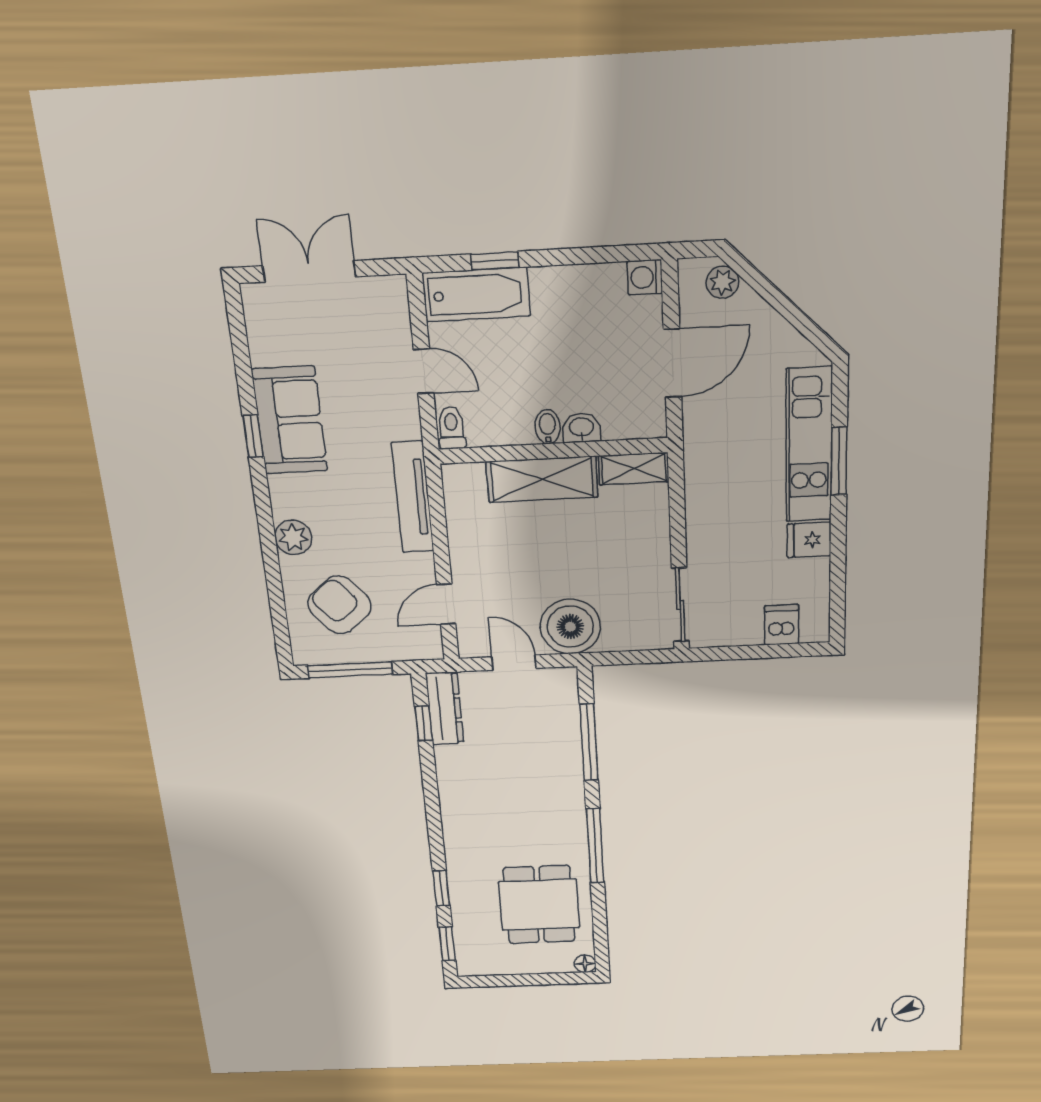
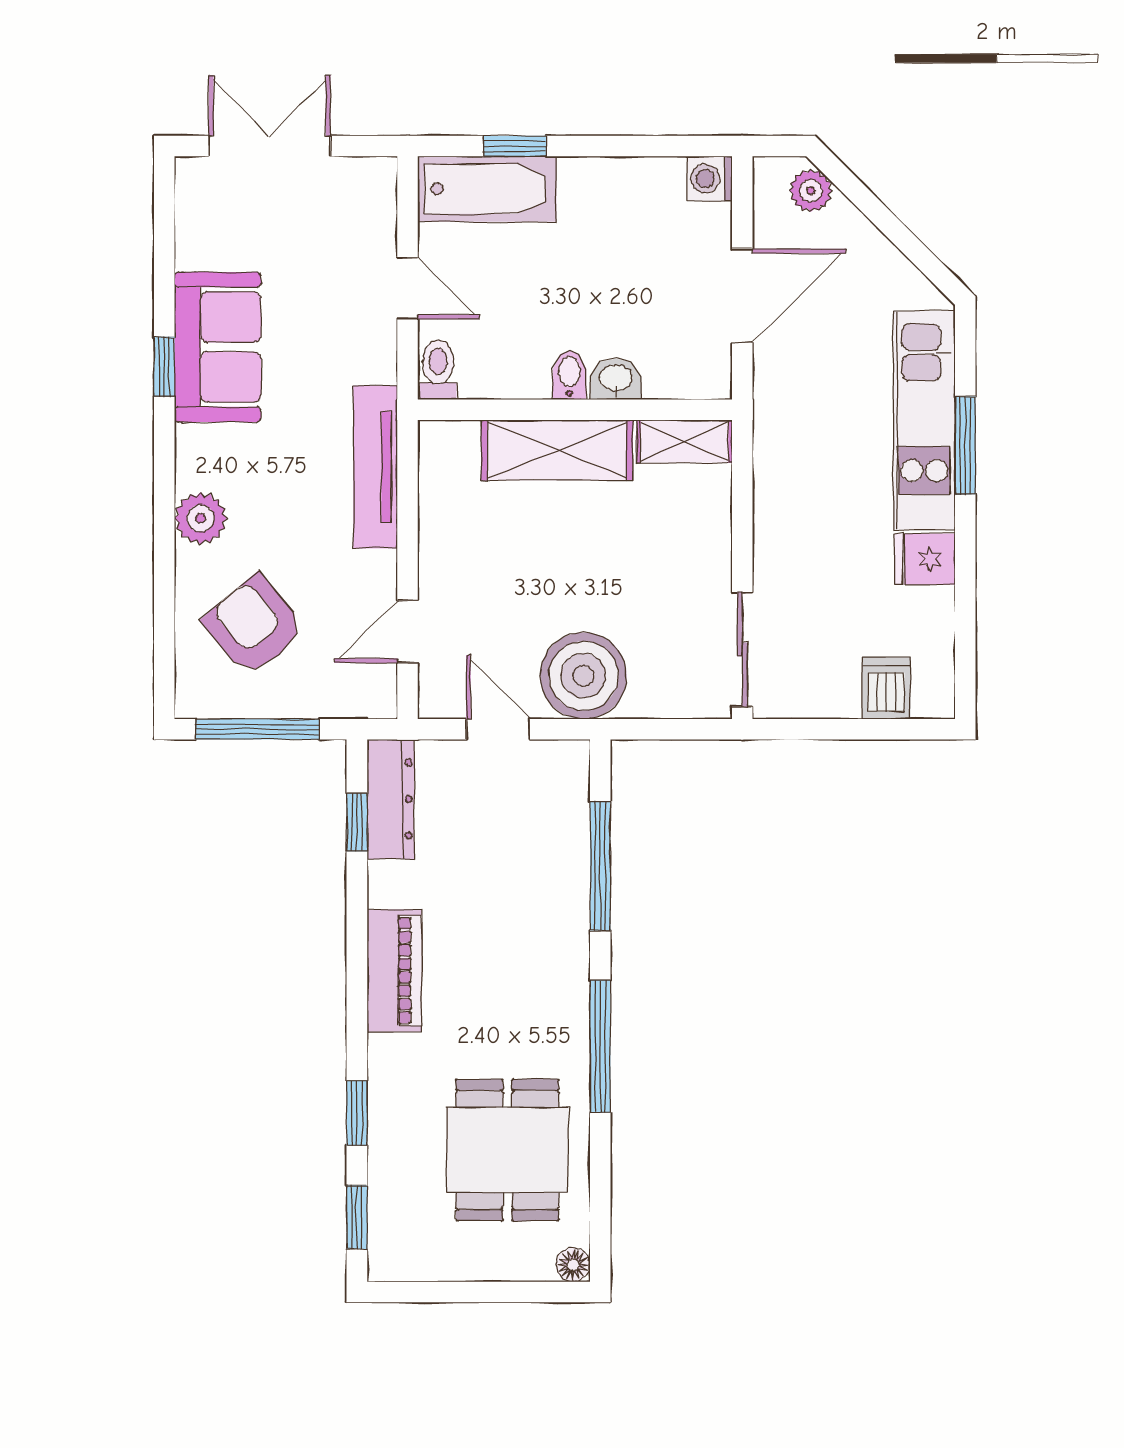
piano: (457, 809) -> (394, 971), added

